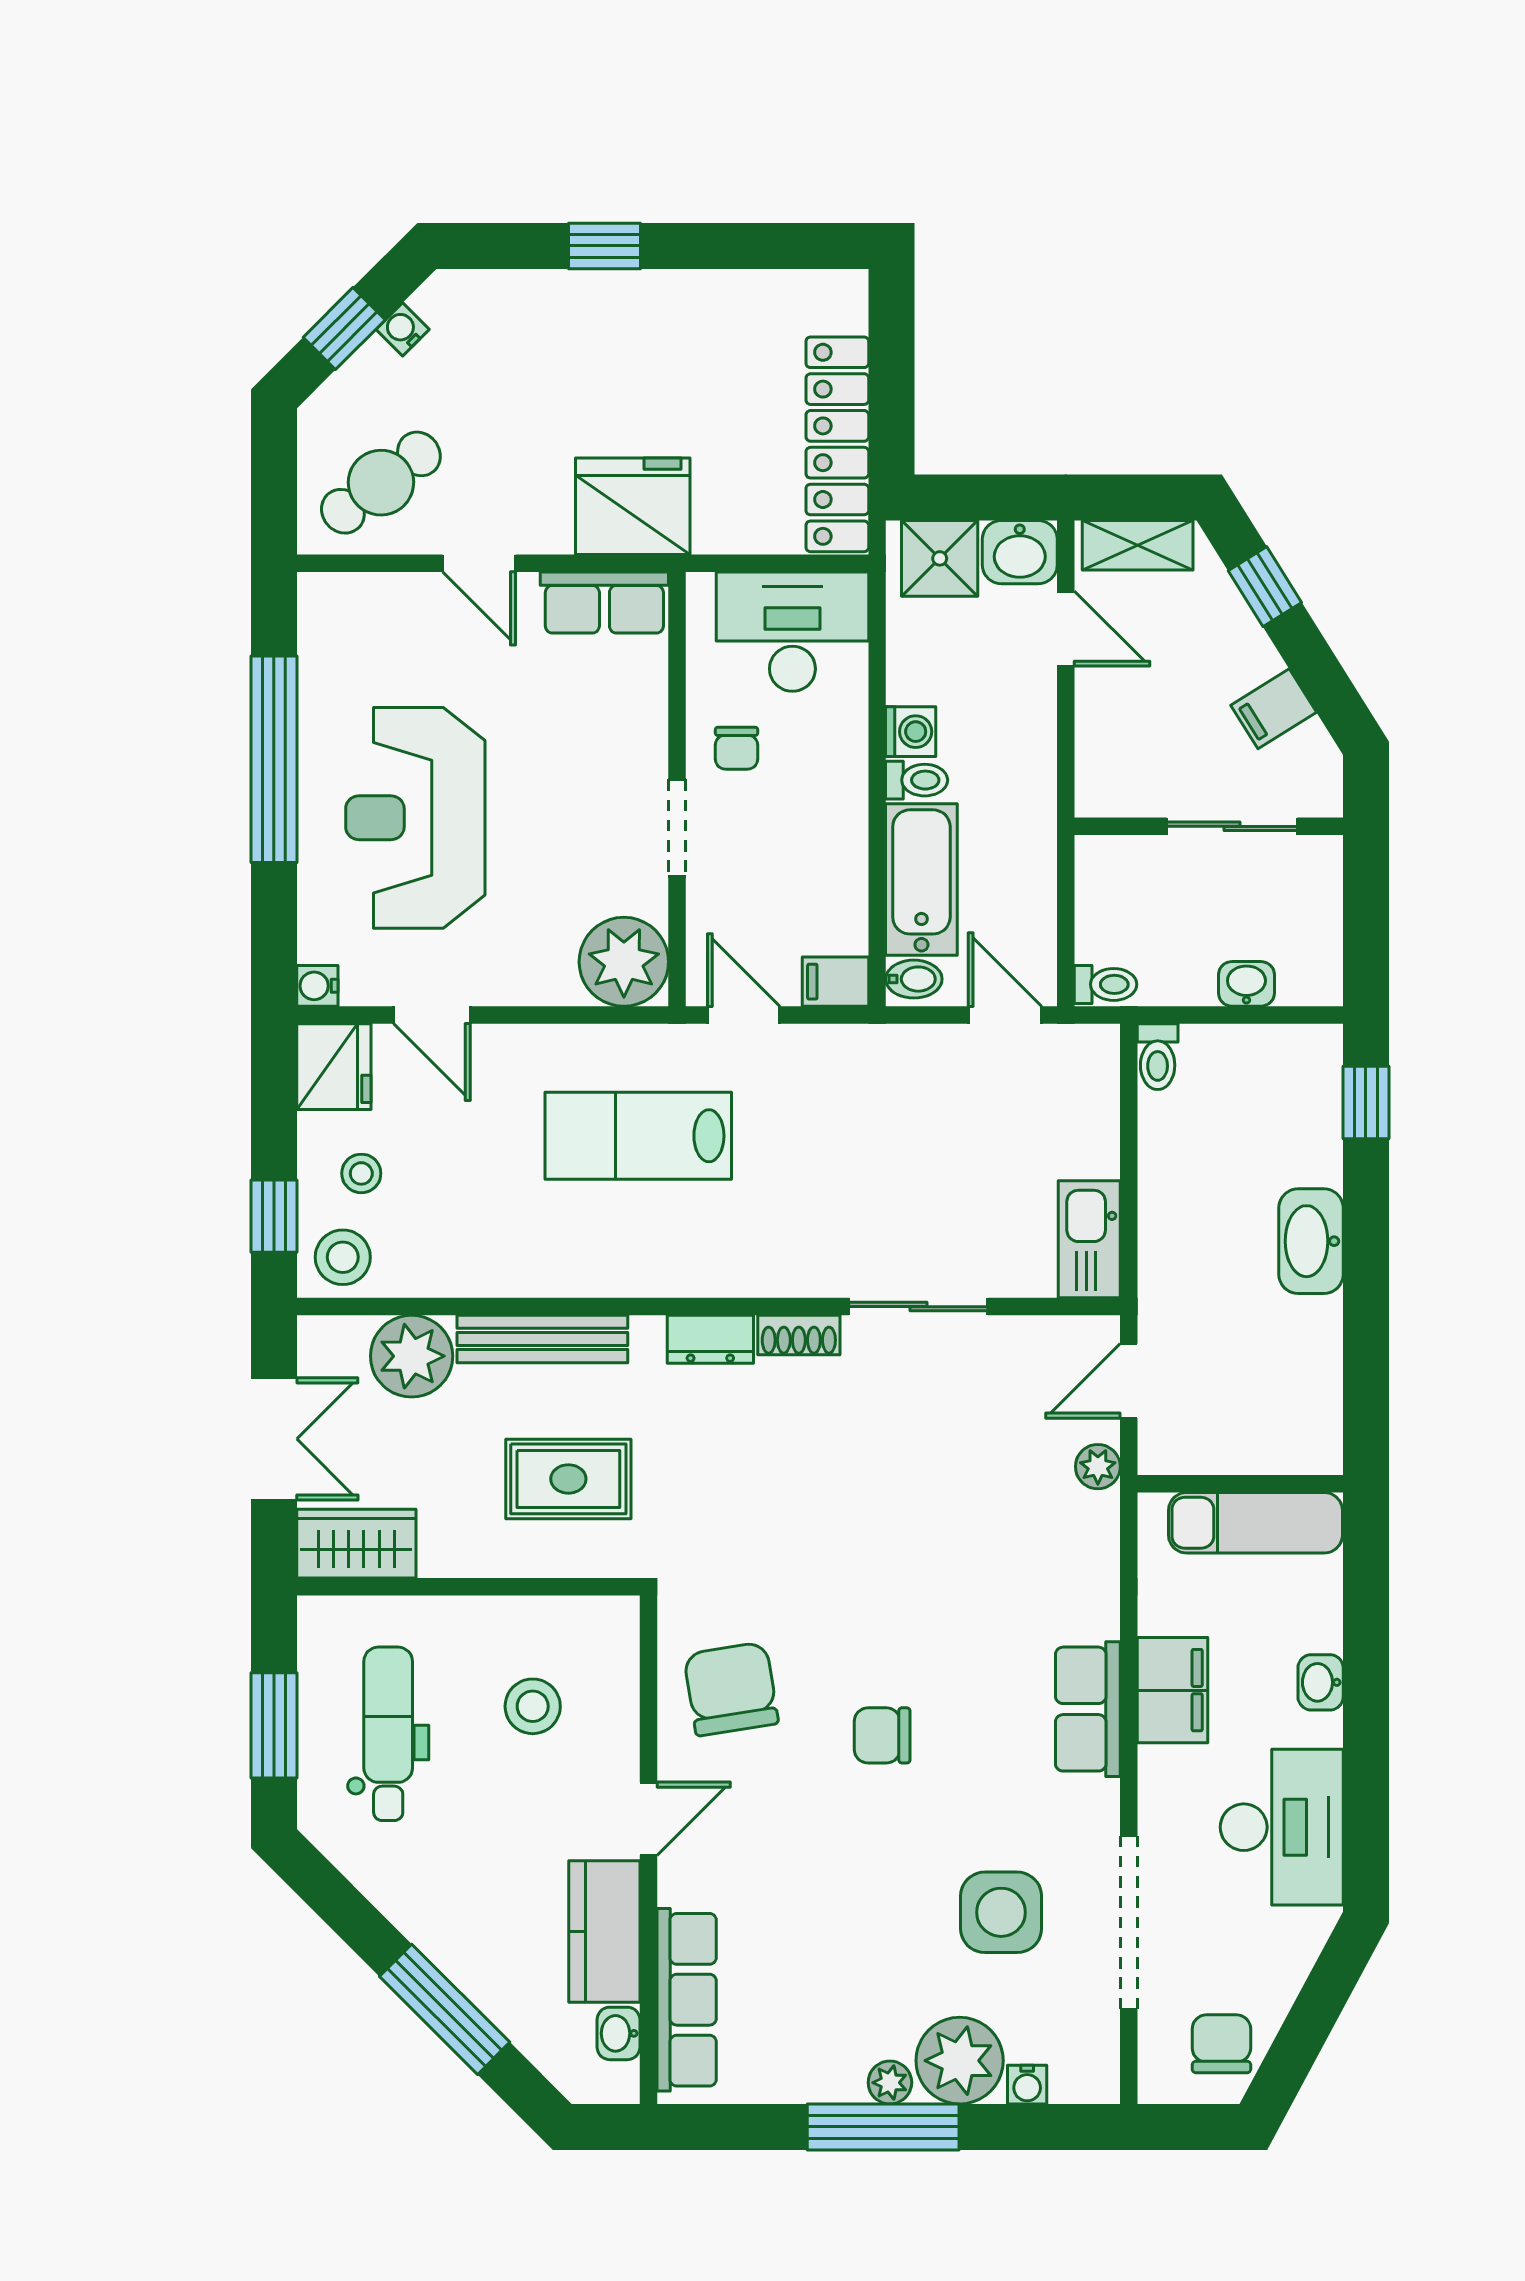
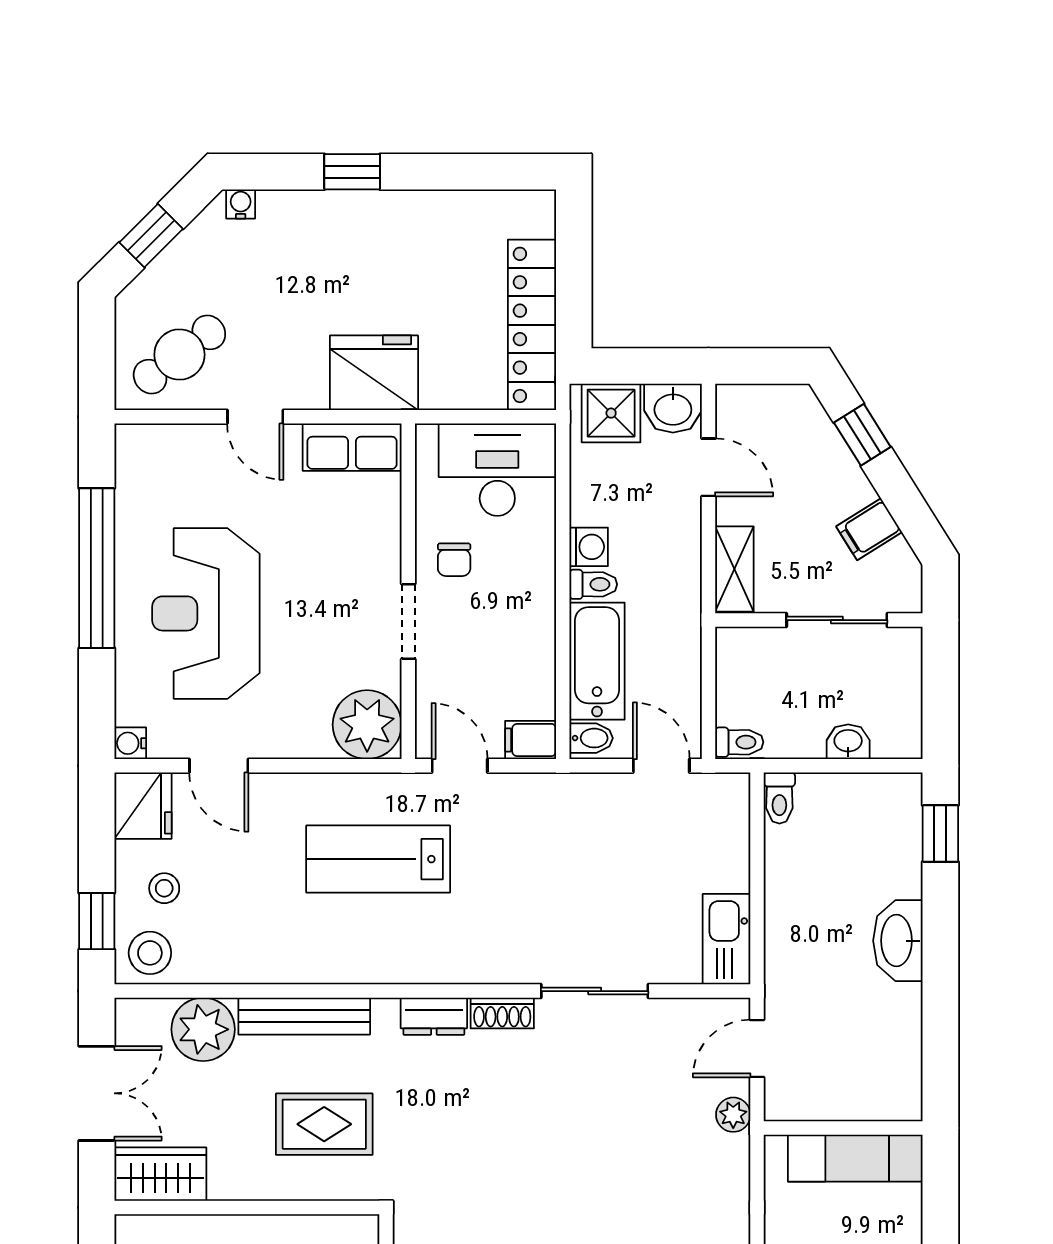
water cooler: (403, 329) -> (241, 204), moved, turned 45
shelving: (1138, 545) -> (734, 569), moved, turned 90

